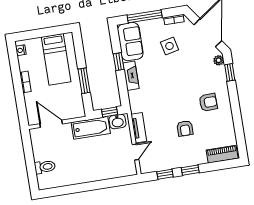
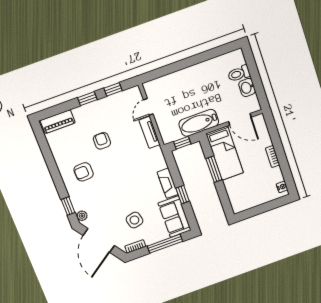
bed: (56, 59) -> (225, 153), moved, turned 180
washbasin: (118, 122) -> (247, 87), moved, turned -90

